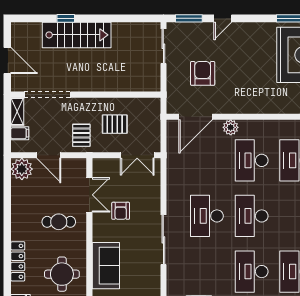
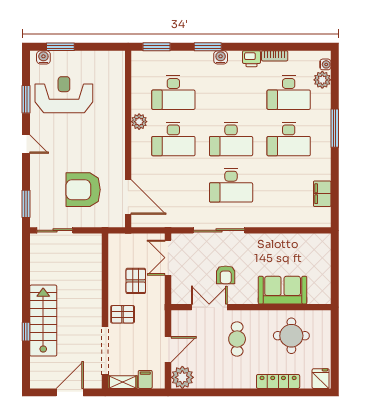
door: (223, 18) -> (26, 144), moved
armchair: (203, 73) -> (83, 190), width x1.36, depth x1.36
plant: (231, 127) -> (139, 122), moved
pallet: (81, 135) -> (123, 314), moved
double door: (137, 155) -> (168, 258), swing flipped
armchair: (121, 211) -> (226, 275), turned 90
sliding door: (163, 240) -> (219, 230), moved

